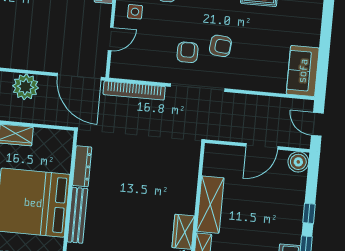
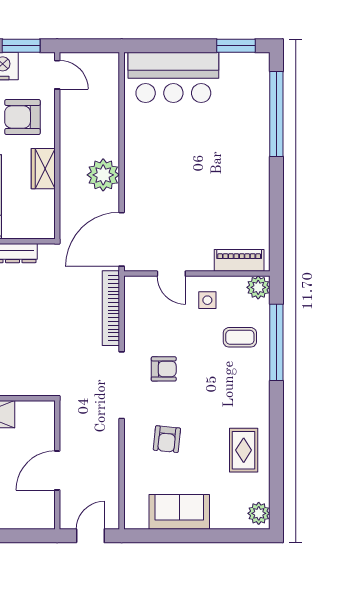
armchair: (220, 46) -> (167, 439), moved
sofa: (303, 71) -> (179, 512), moved
door: (262, 146) -> (57, 470), hinge flipped
boiler: (298, 162) -> (42, 517), removed

